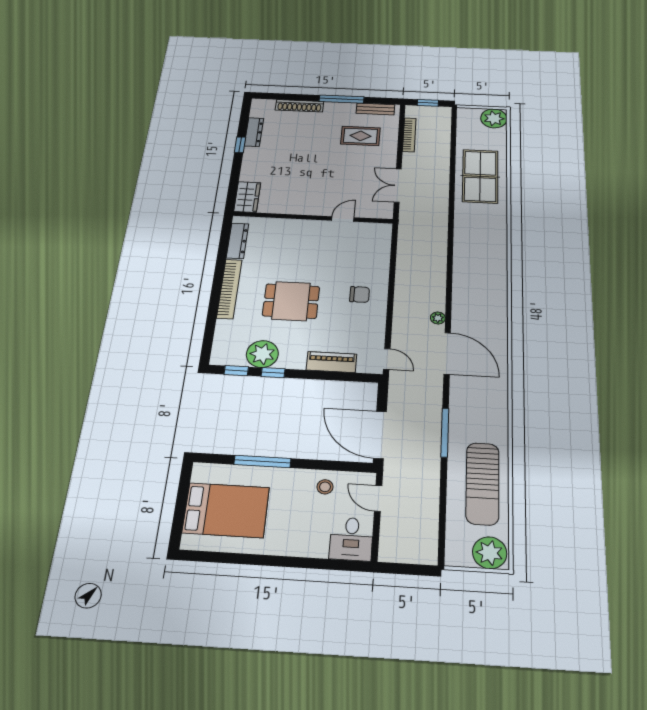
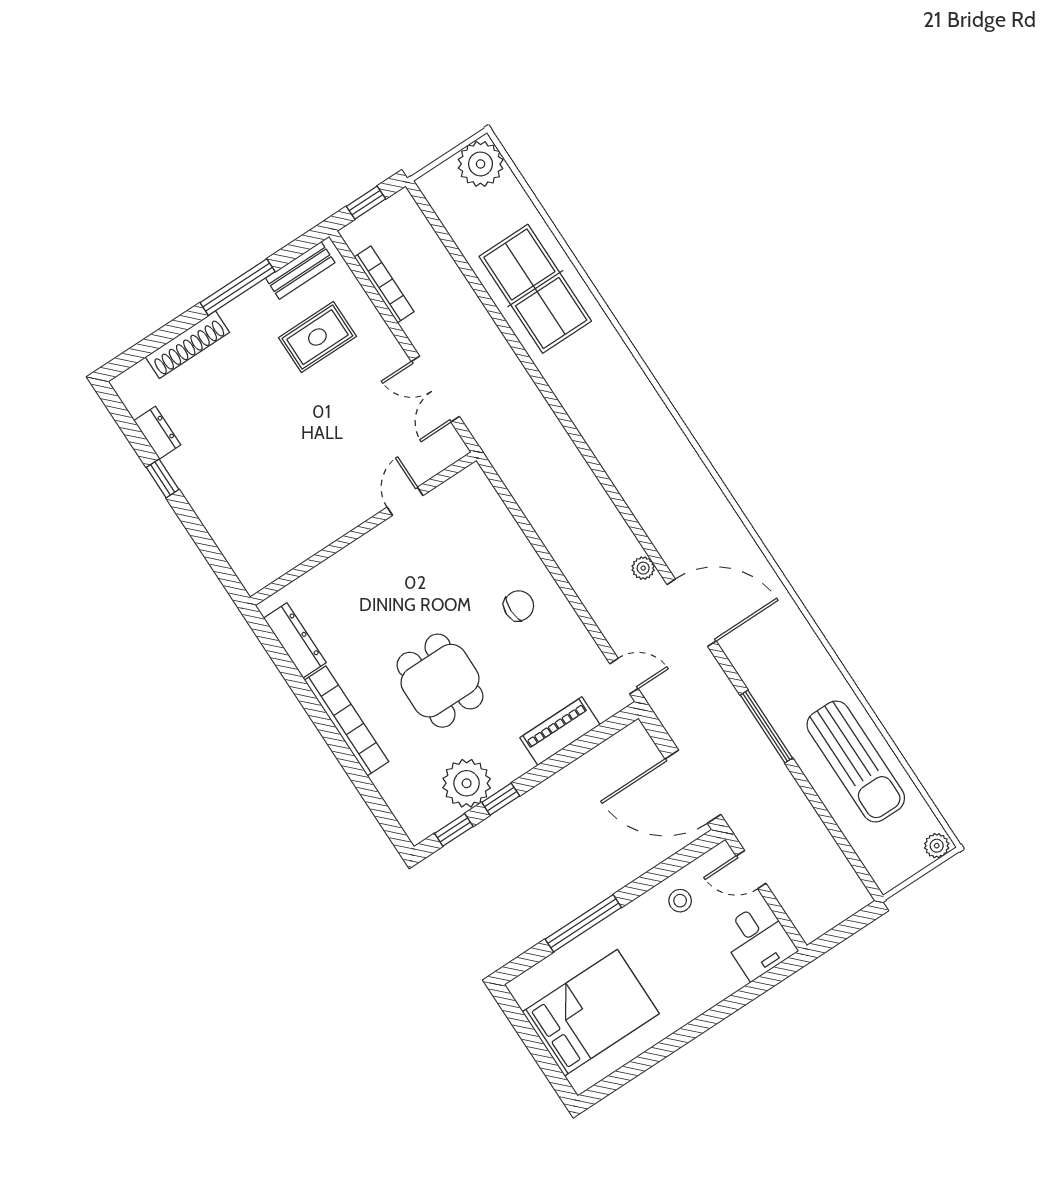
dresser: (254, 132) -> (157, 433), width x0.70
wardrobe: (247, 197) -> (248, 560), removed
dining table: (291, 301) -> (440, 681), turned 90
plant: (490, 553) -> (937, 846), width x0.53, depth x0.53

